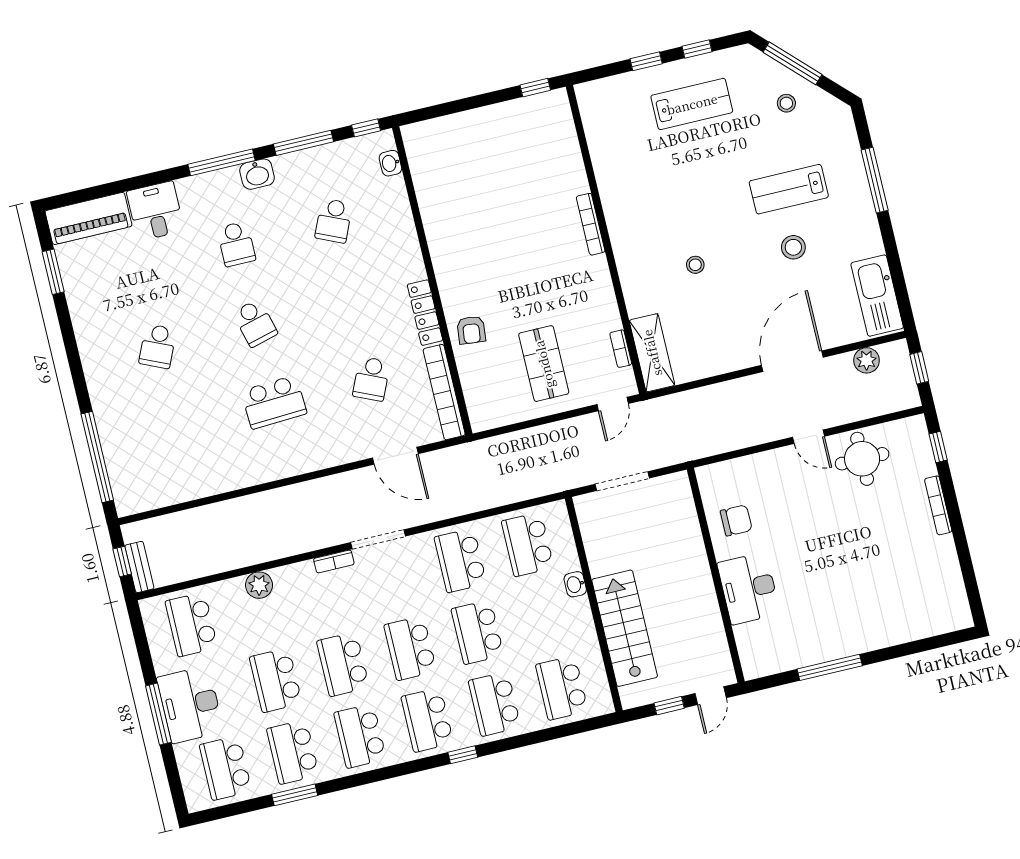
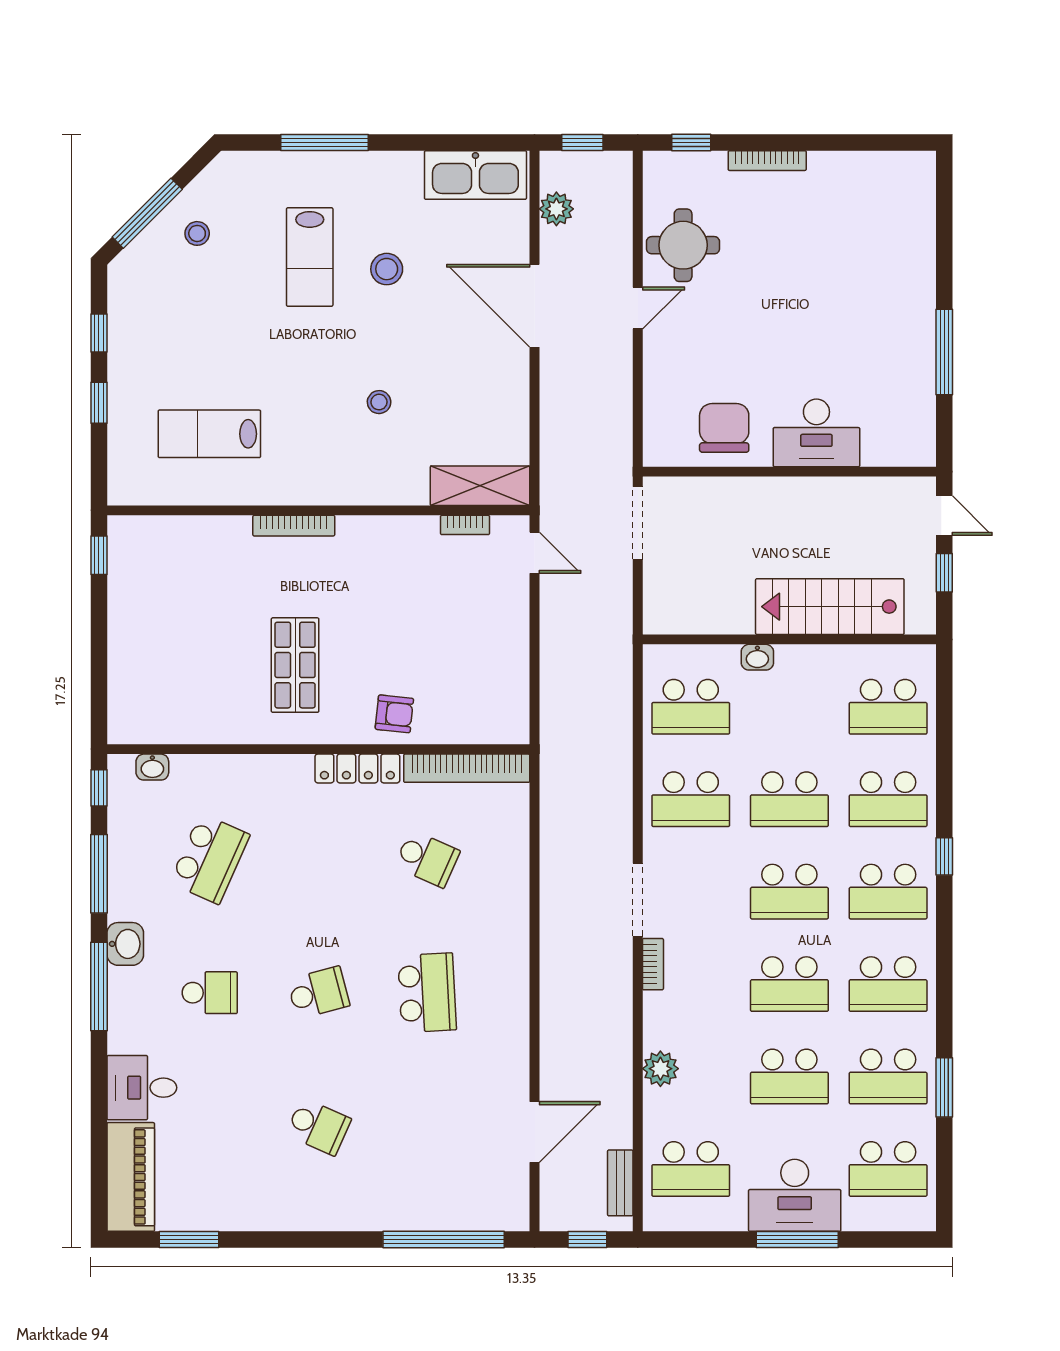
lab bench: (692, 104) -> (209, 434), moved, turned -90
school desk: (334, 221) -> (210, 859), width x1.85
shop shelf: (544, 364) -> (295, 665), moved, turned 90
door: (395, 456) -> (535, 1132), moved
doorway: (622, 481) -> (638, 523), moved
chair: (736, 520) -> (724, 428), width x1.37, depth x1.37
bench: (139, 567) -> (620, 1183), moved, turned 90

